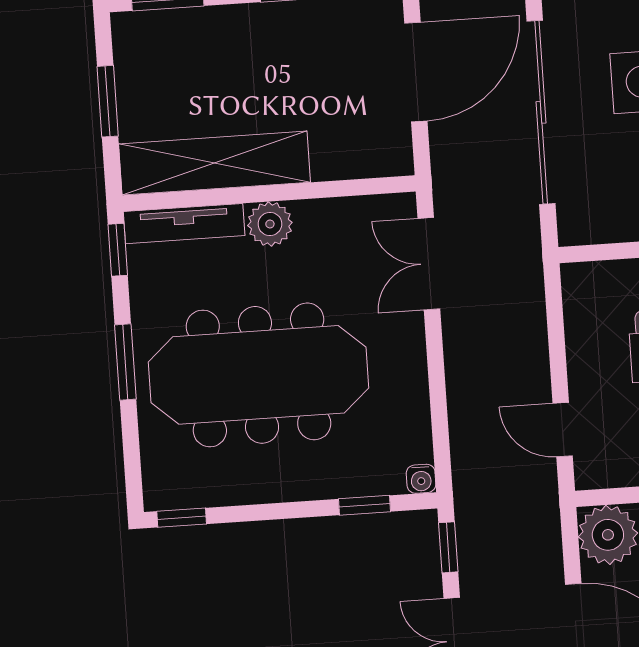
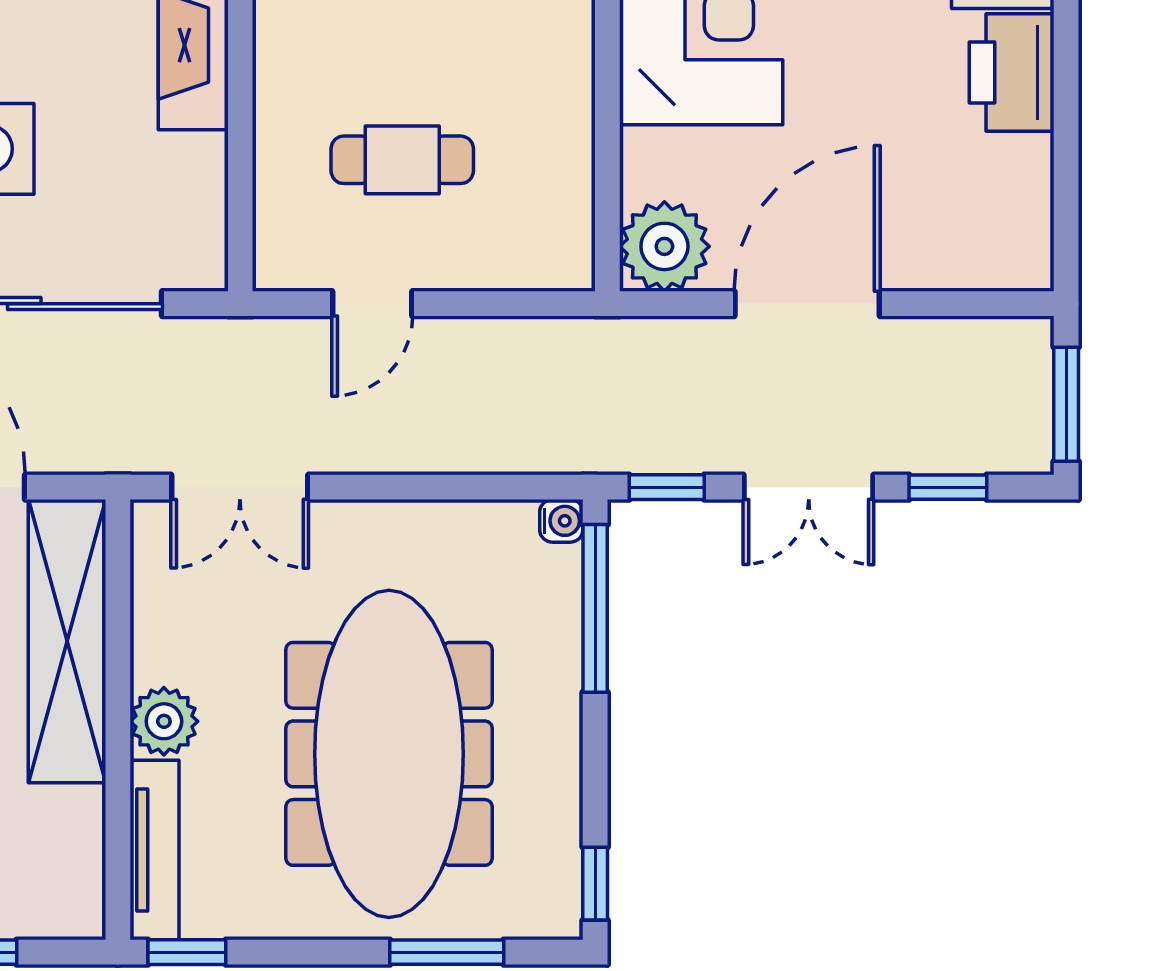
shelving: (215, 163) -> (67, 641), moved
window: (125, 362) -> (447, 952), moved
door: (563, 430) -> (372, 304), moved
window: (364, 505) -> (595, 608), width x2.17

